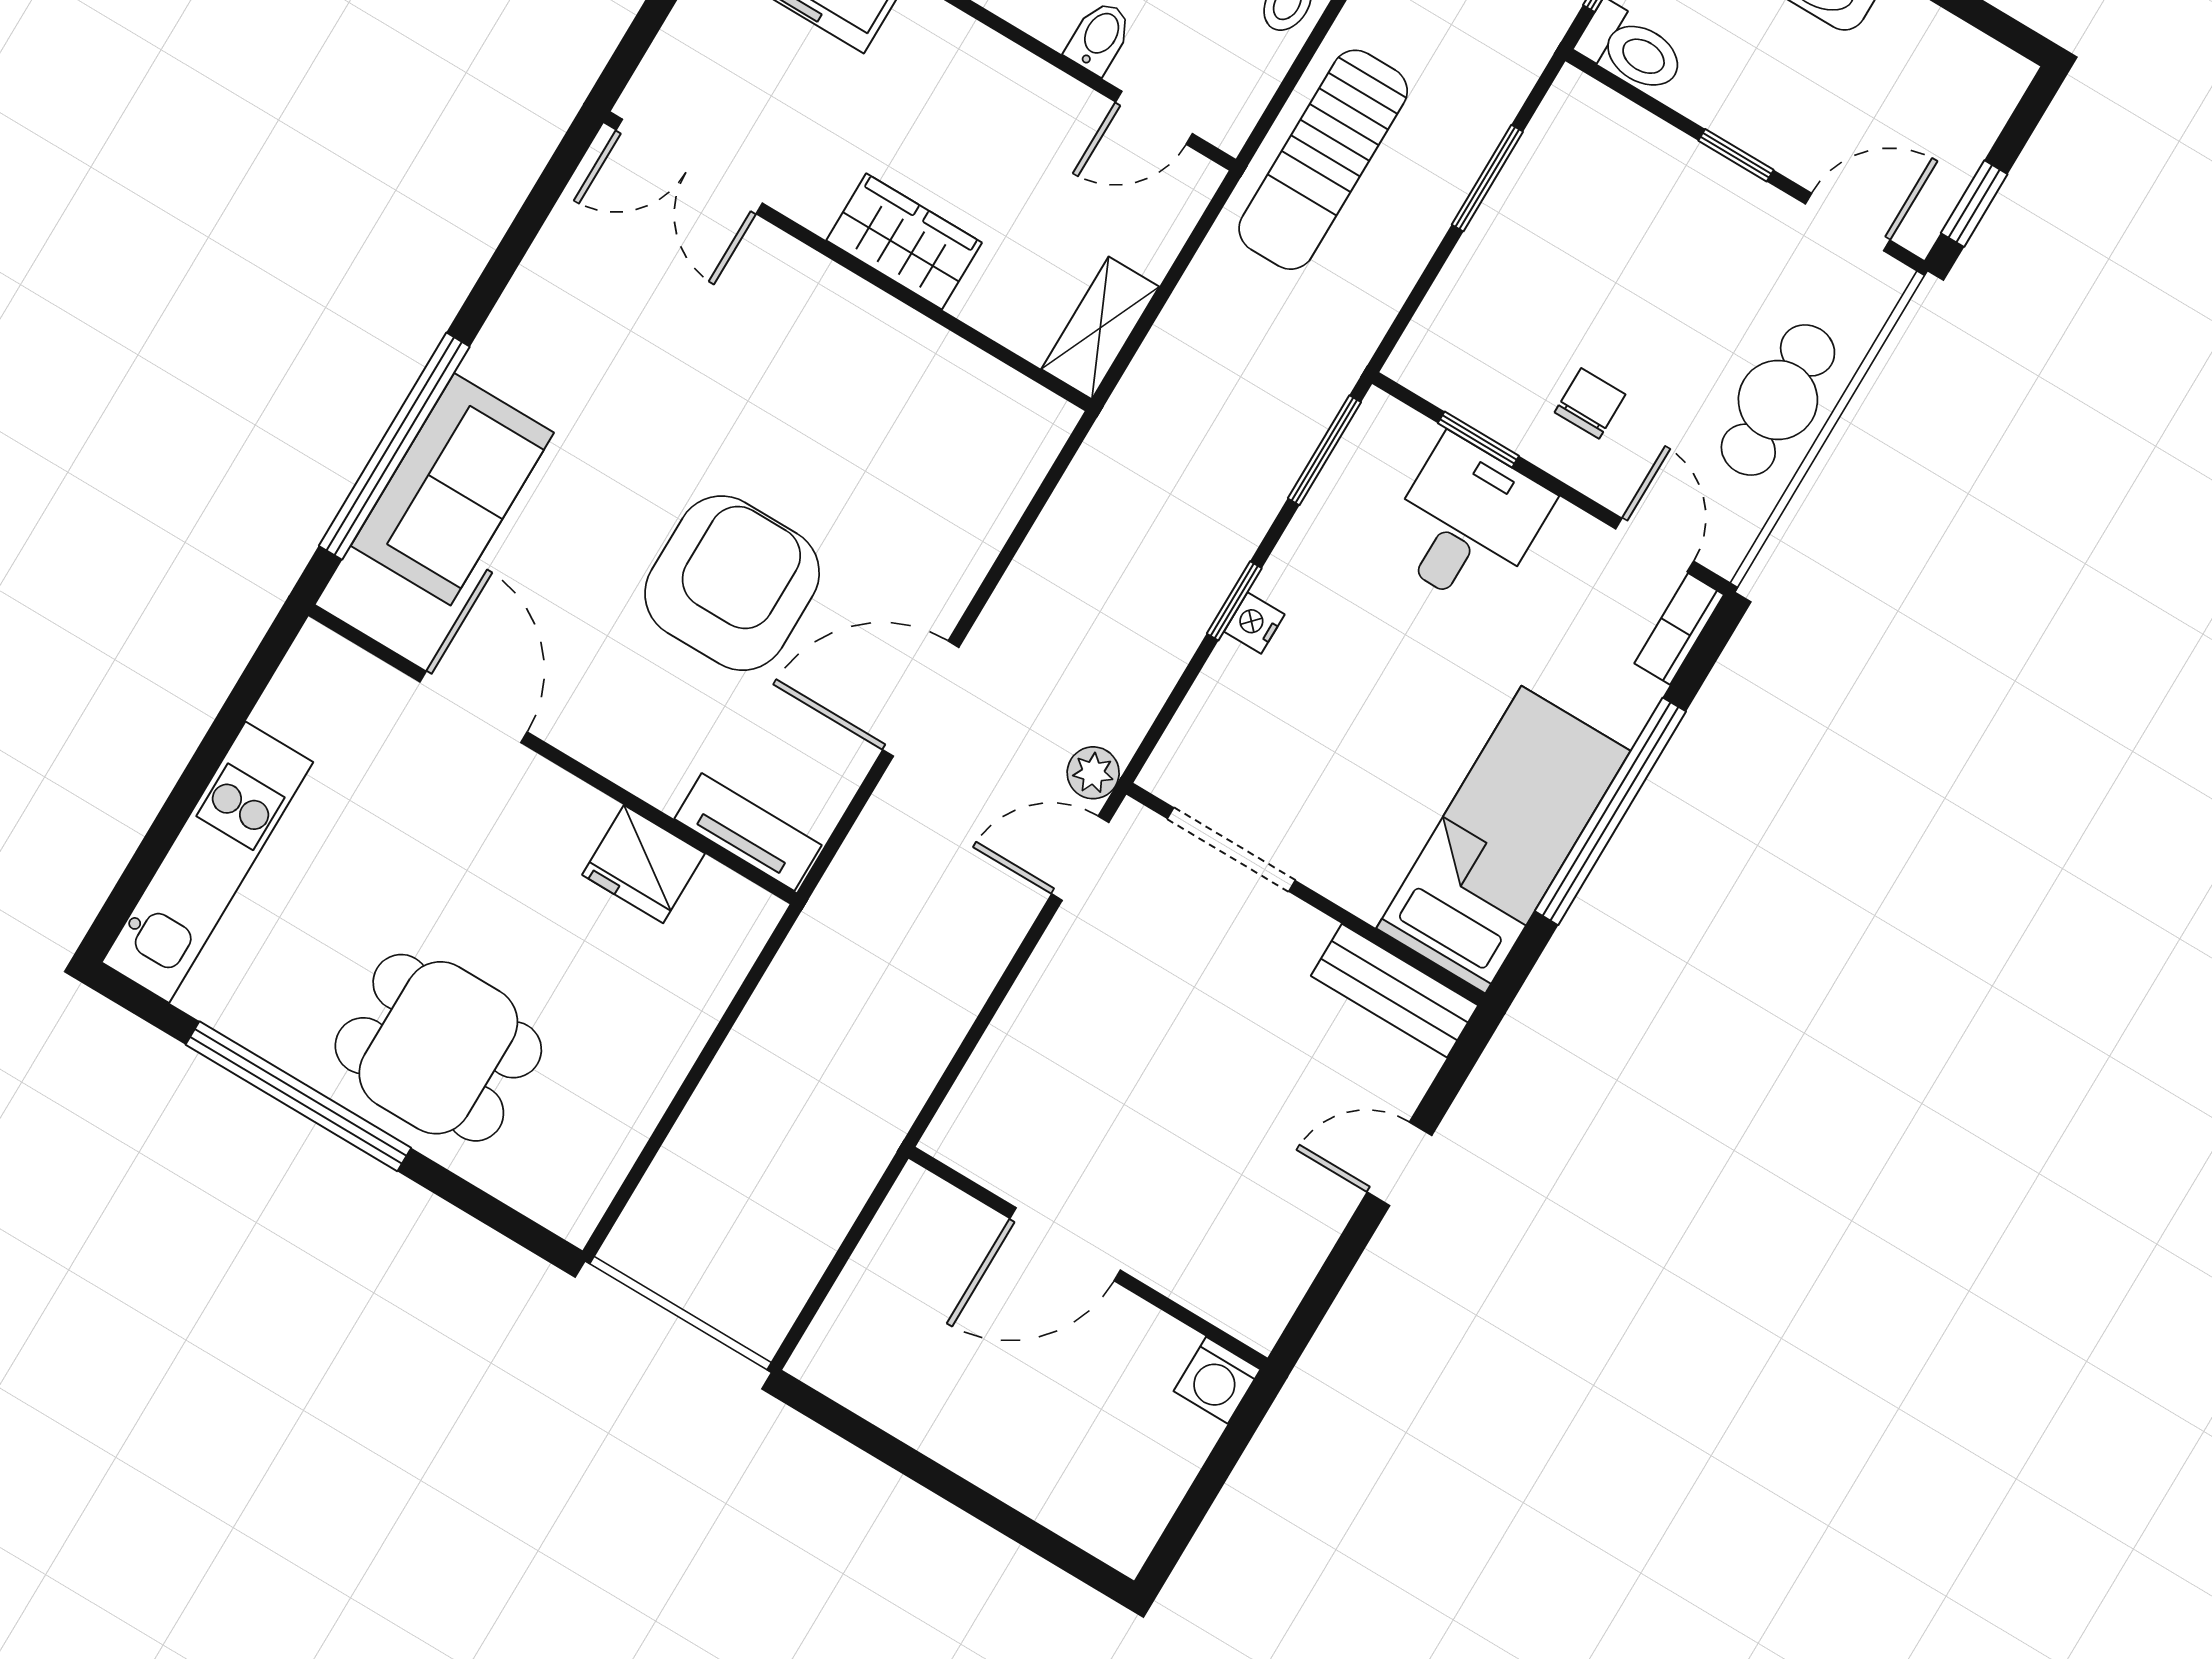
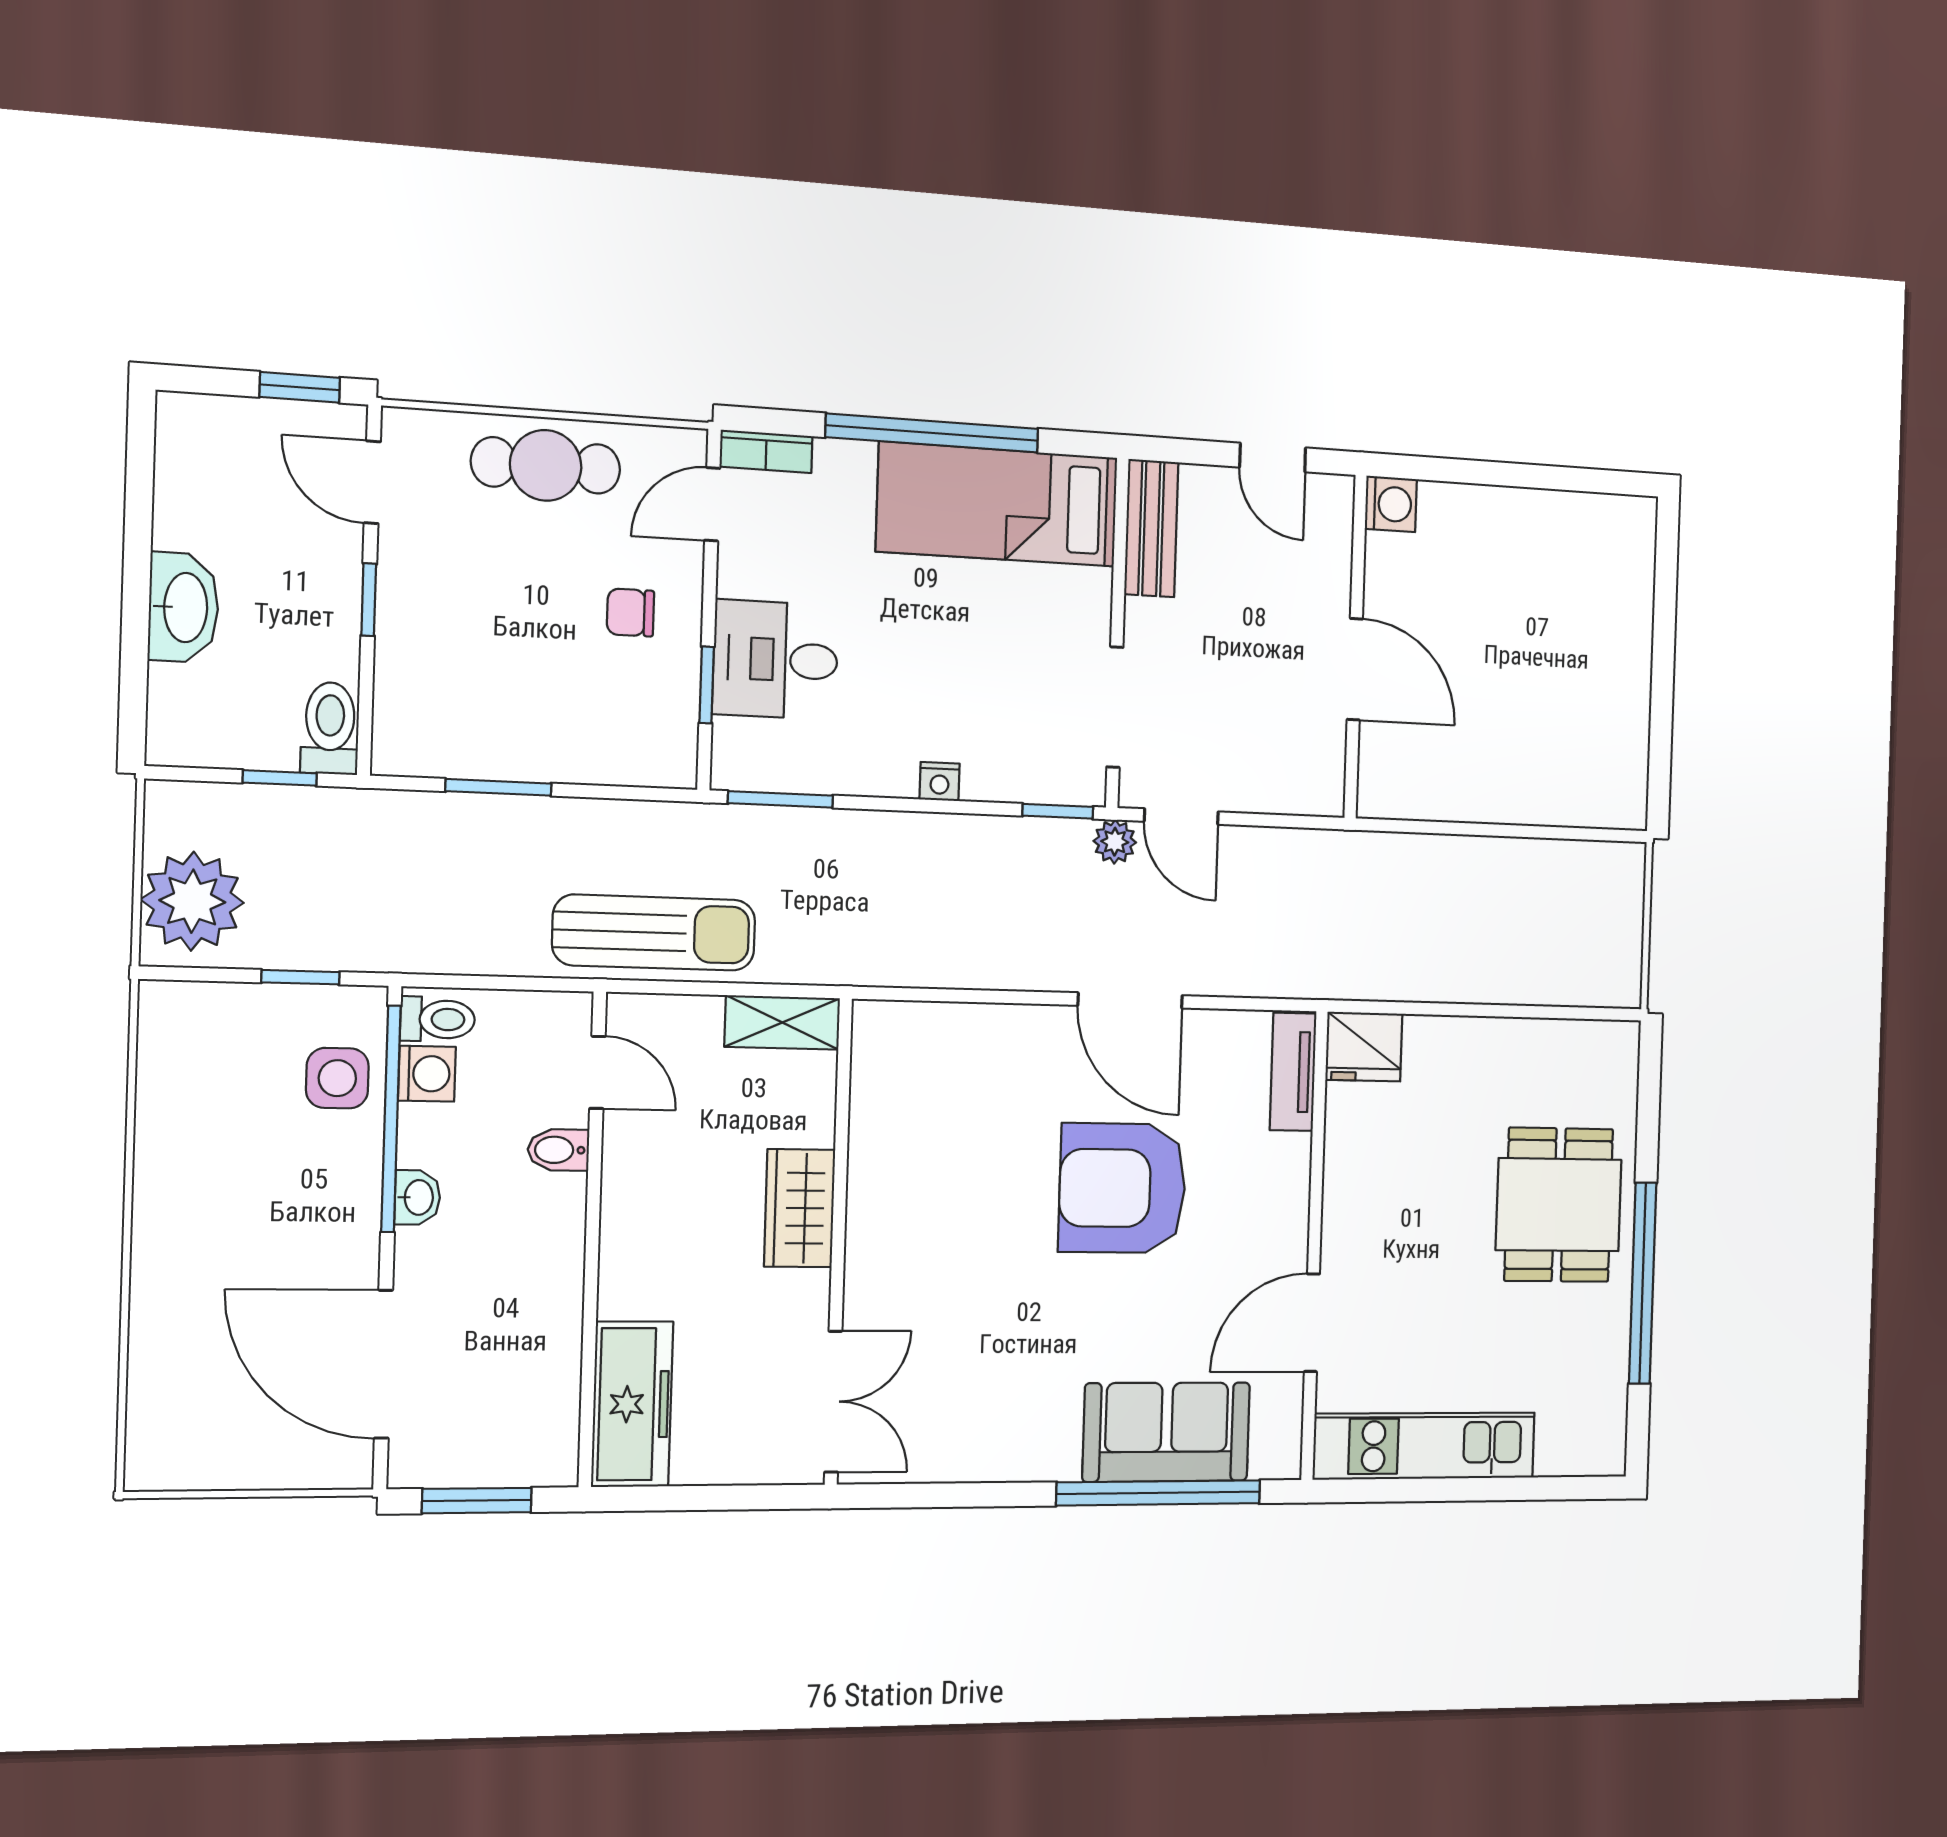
sun lounger: (1323, 160) -> (654, 933), moved
window: (1234, 601) -> (1058, 811), moved
kitchen unit: (207, 862) -> (1424, 1446), moved
fridge: (644, 864) -> (1364, 1047), moved, turned 90
door: (1065, 1244) -> (1355, 669), moved
wall: (1088, 1258) -> (1356, 647), moved
washing machine: (1217, 1380) -> (1391, 504), moved

